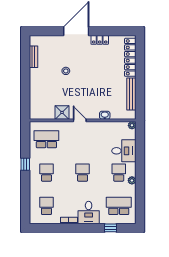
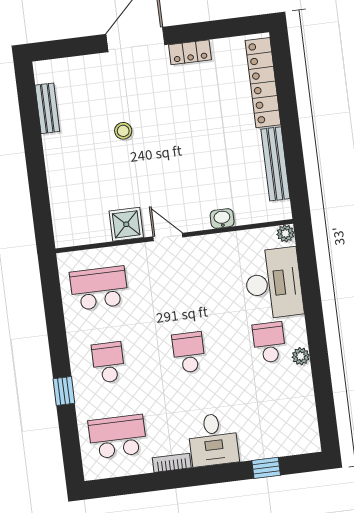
desk: (124, 151) -> (273, 283), width x1.37
window: (25, 164) -> (64, 391), moved
school desk: (46, 206) -> (118, 437), width x1.85
school desk: (119, 206) -> (278, 417), removed

